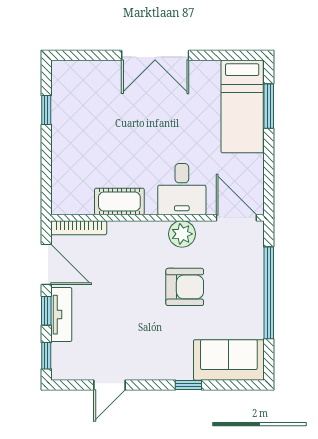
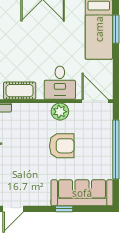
sofa: (229, 360) -> (82, 193), width x1.36

